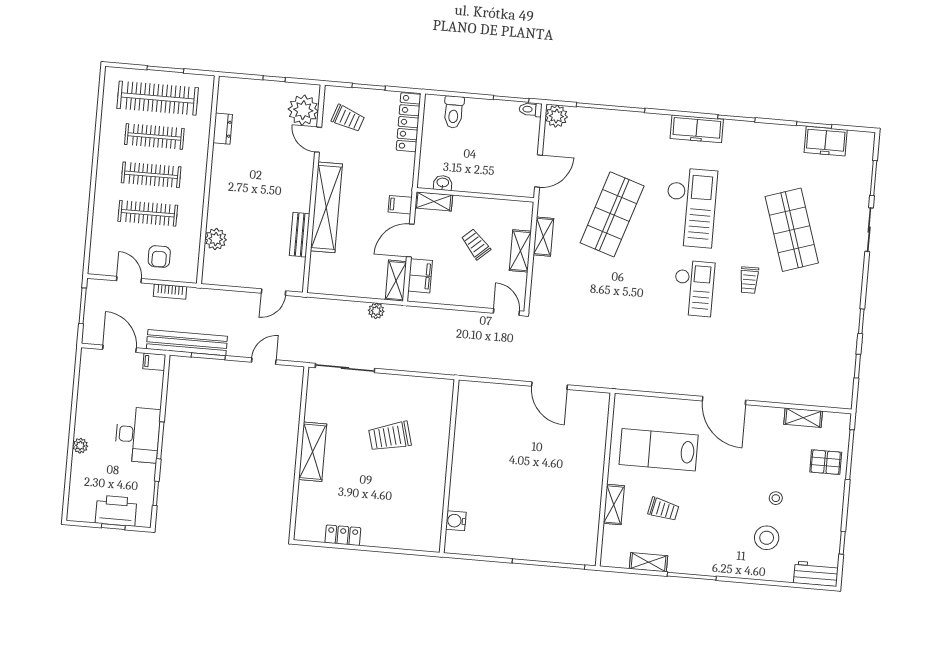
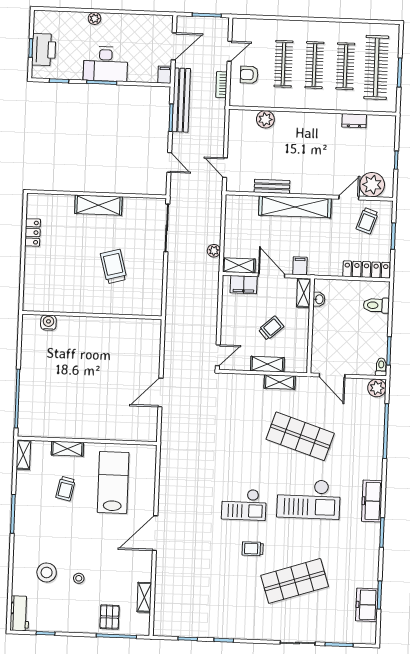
shelving: (648, 562) -> (23, 455), moved

